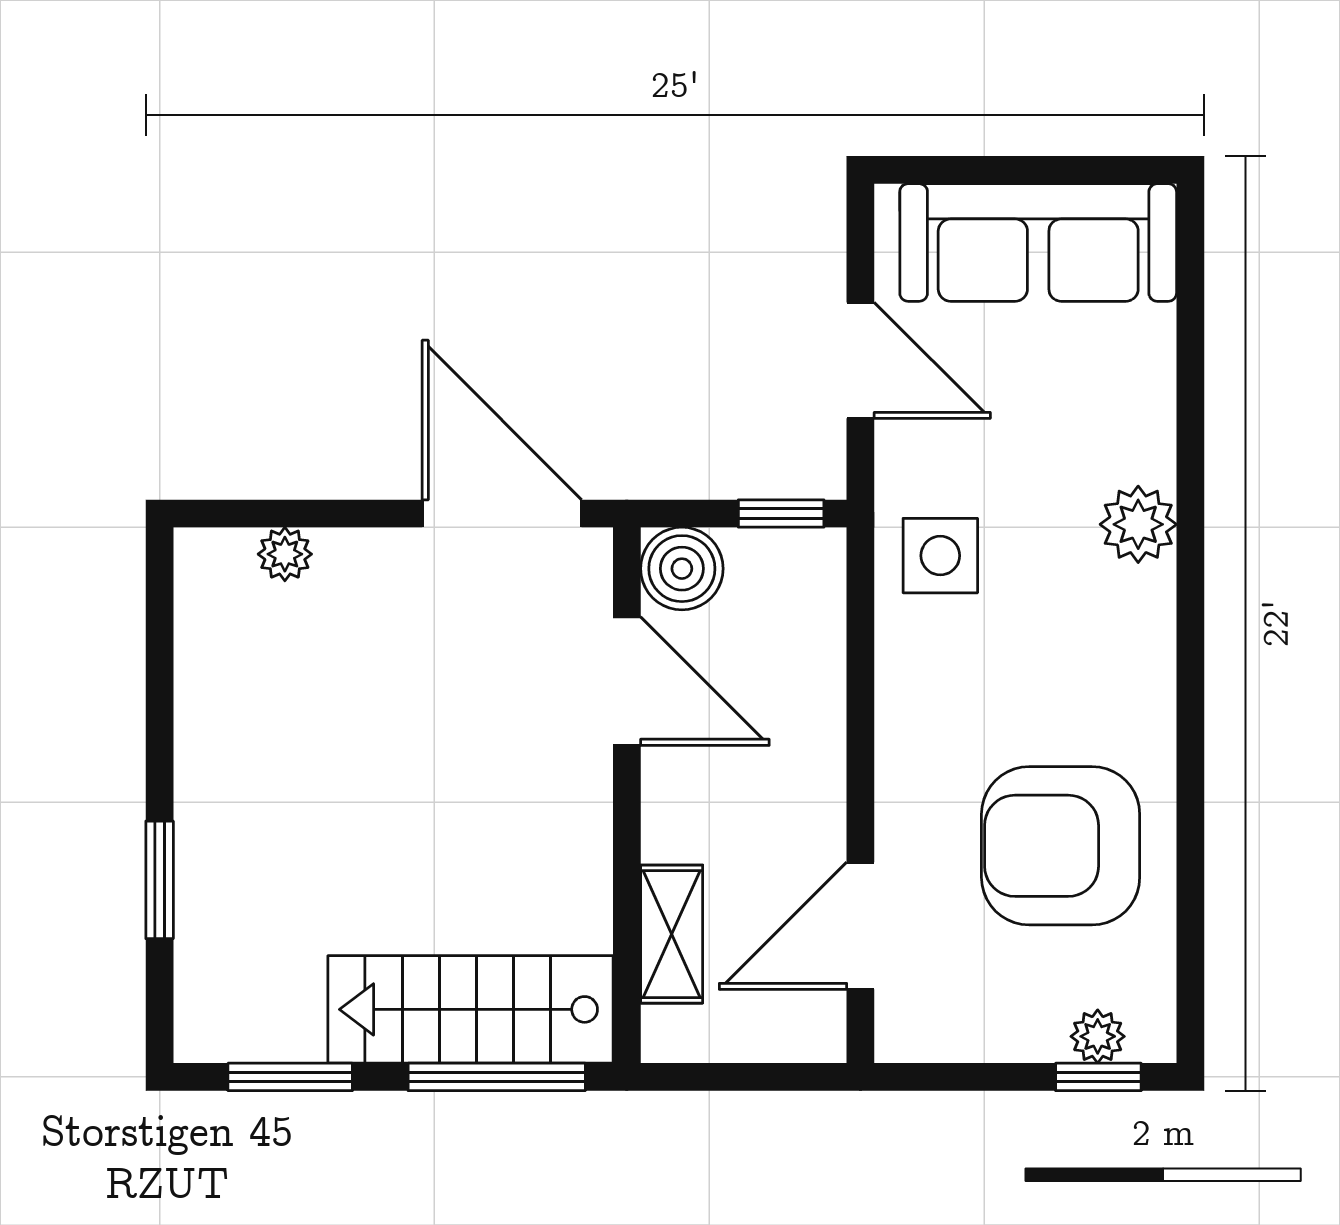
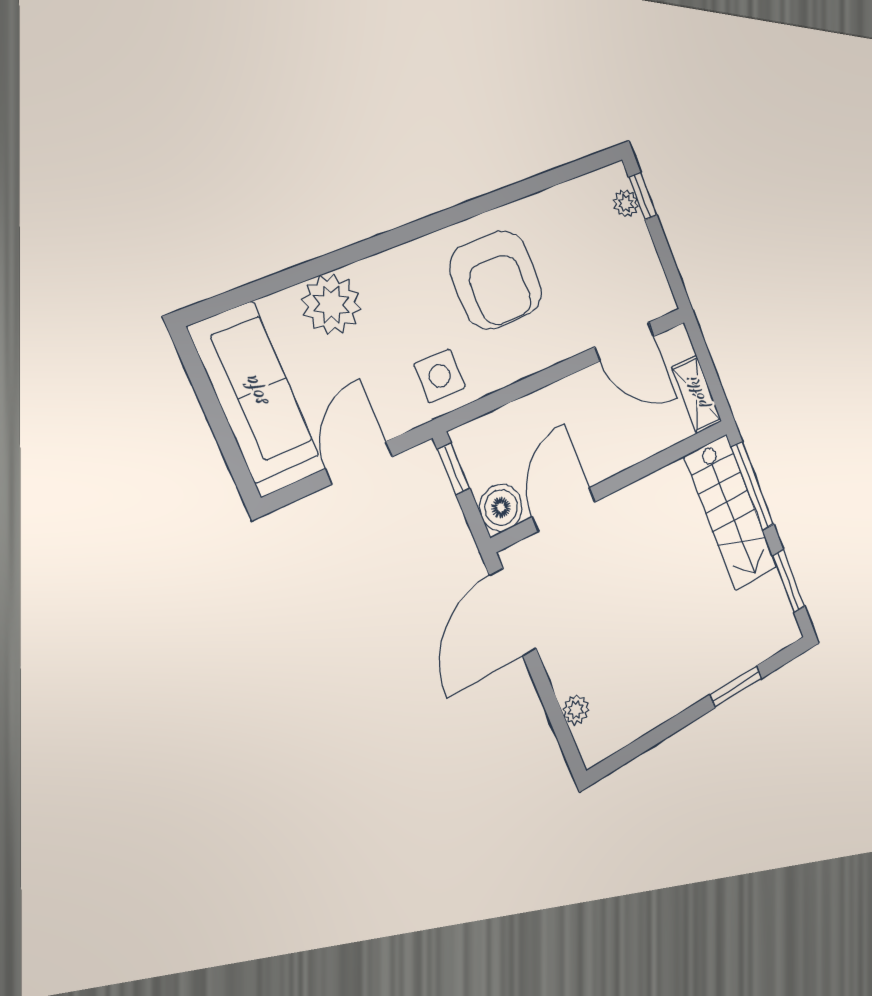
plant: (1138, 524) -> (331, 304), moved, width x1.36, depth x1.36
armchair: (1061, 846) -> (496, 280), moved
shelving: (672, 934) -> (697, 394), moved, turned 90

